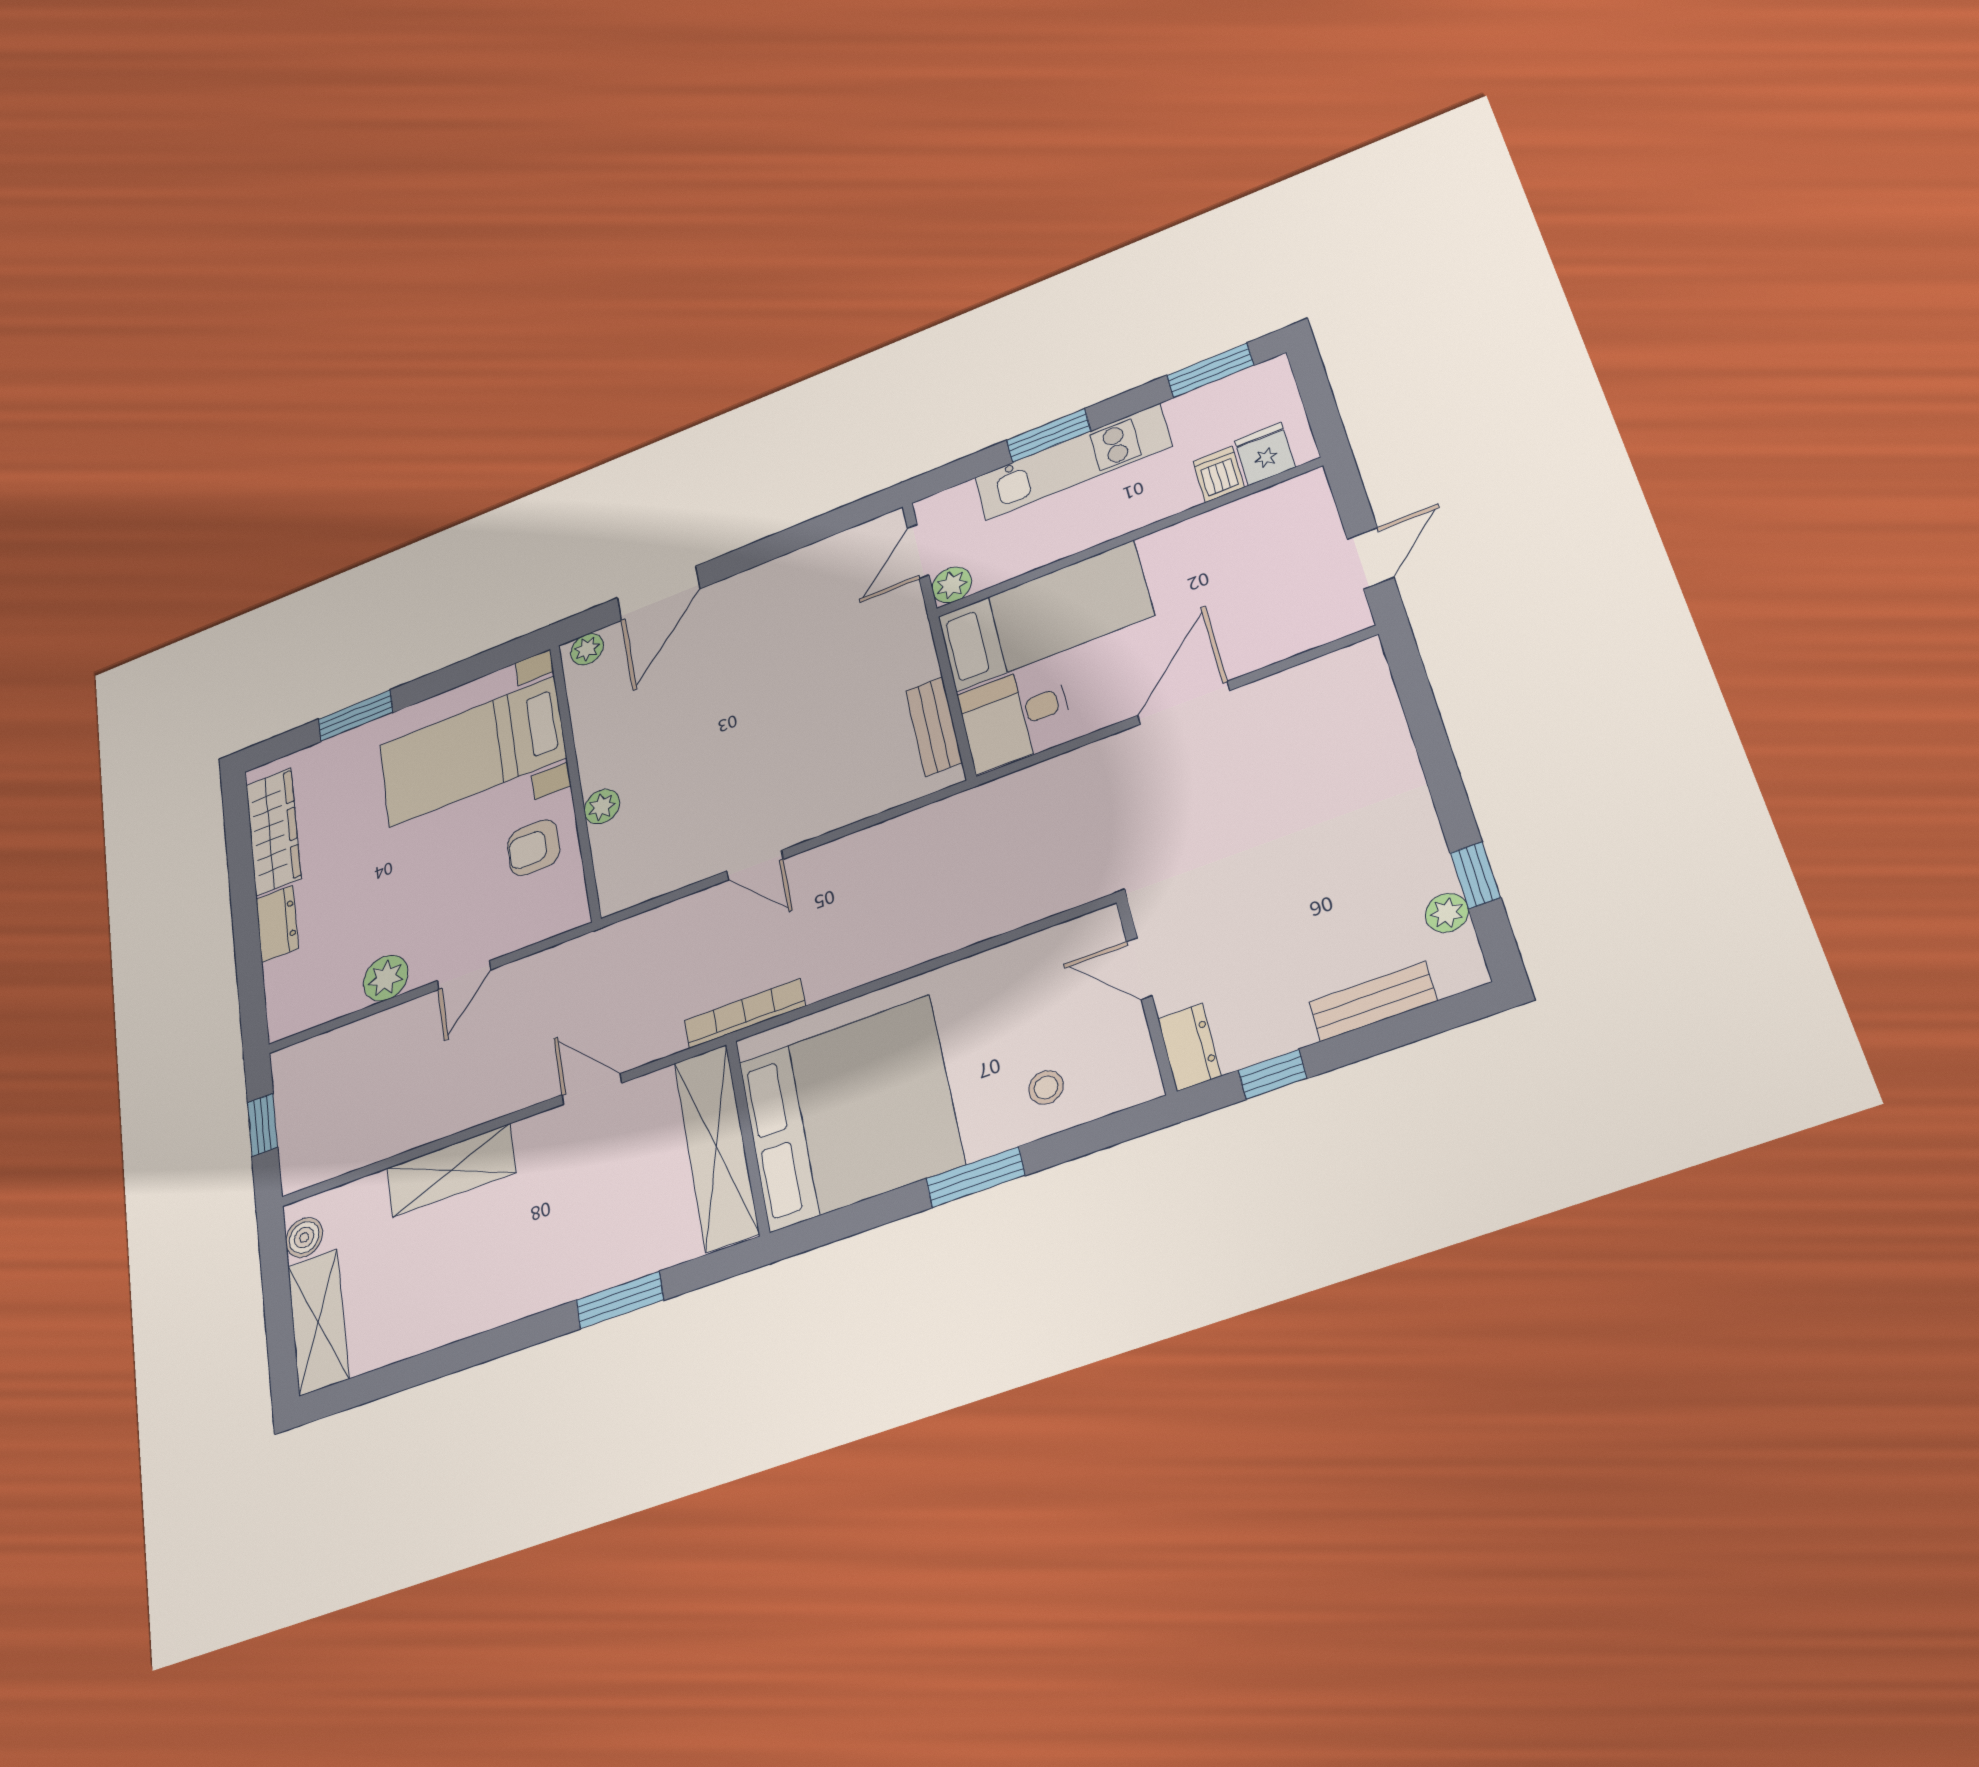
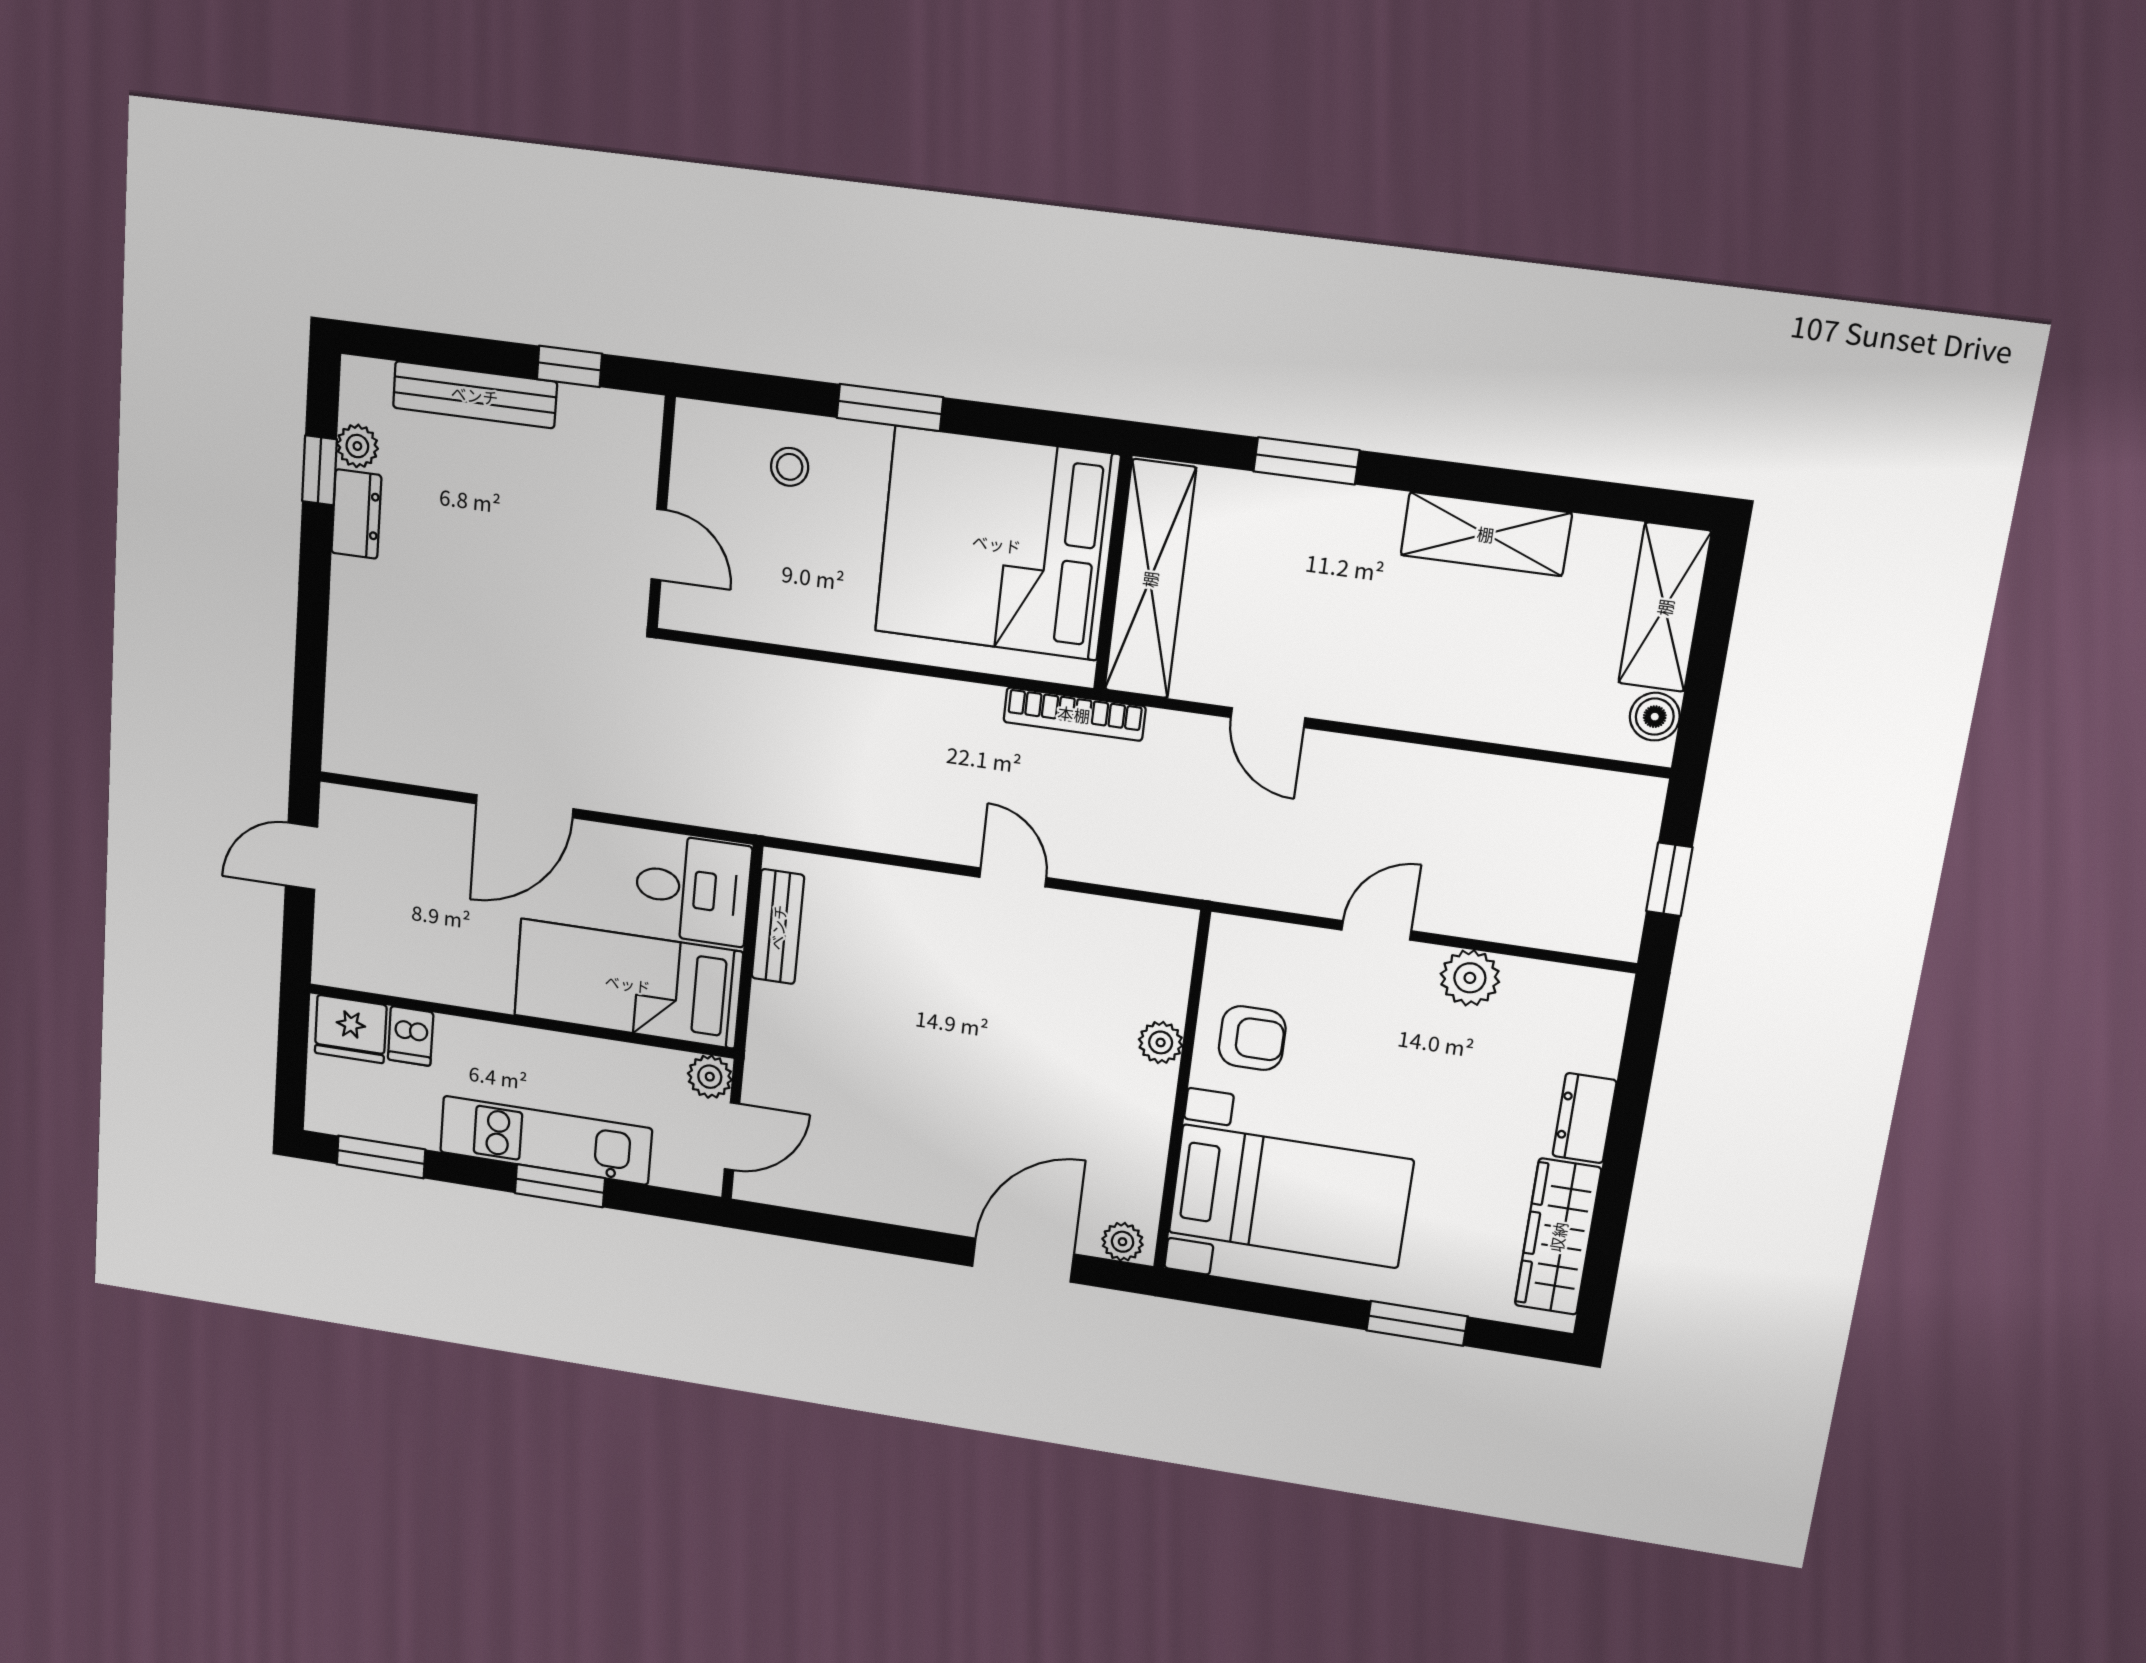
fridge: (1265, 454) -> (351, 1029), width x1.38
bench: (1373, 1001) -> (475, 395), width x1.36
dresser: (1189, 1047) -> (356, 514), moved, turned 180
shelving: (451, 1170) -> (1486, 534), moved

